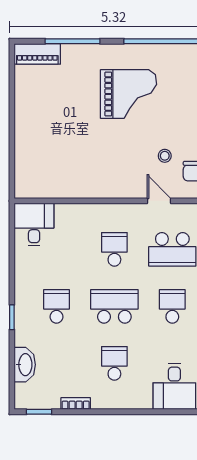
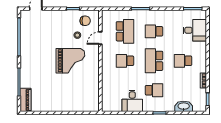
grand piano: (129, 94) -> (70, 61), moved, turned 90
desk: (34, 225) -> (132, 101), moved, turned -90
school desk: (56, 306) -> (154, 90), turned 180

